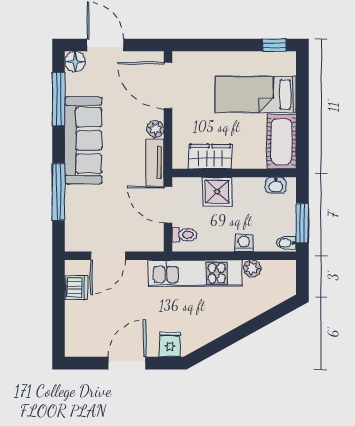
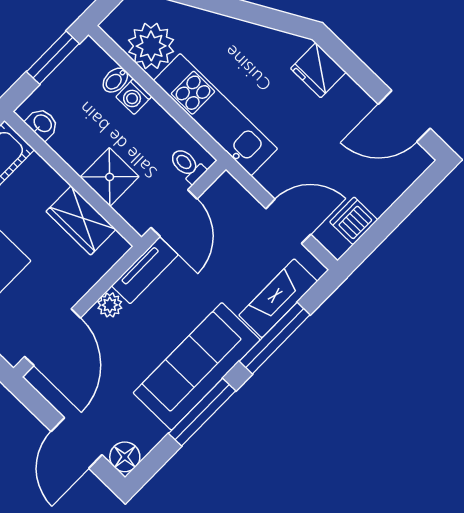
window: (59, 99) -> (202, 412), moved
fireplace: (76, 213) -> (278, 298), added
bidet: (286, 243) -> (115, 80), moved, turned 90
plant: (252, 268) -> (151, 46), width x1.88, depth x1.88
fridge: (170, 344) -> (318, 70), width x1.38
door: (127, 363) -> (404, 116), moved

